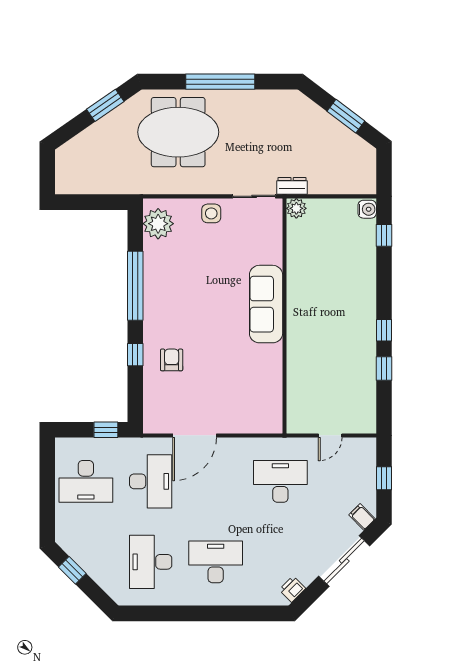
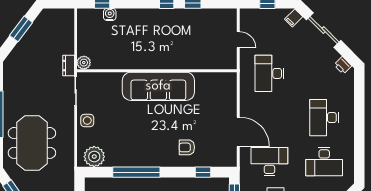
water cooler: (367, 209) -> (110, 14), moved
sofa: (266, 304) -> (158, 86), width x1.36, depth x1.27
window: (135, 355) -> (203, 172), moved

